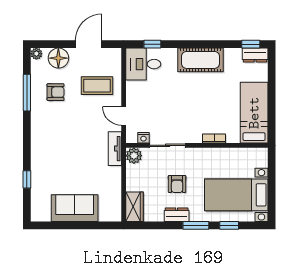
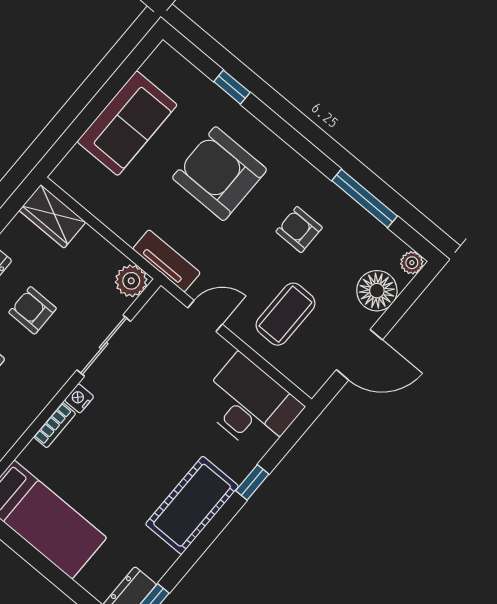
door: (89, 44) -> (359, 355), hinge flipped
window: (152, 44) -> (252, 482), moved
desk: (143, 64) -> (250, 405), width x1.37
armchair: (56, 92) -> (299, 230), moved, turned 90
nightstand: (143, 138) -> (79, 398), moved
armchair: (64, 156) -> (220, 174), added

